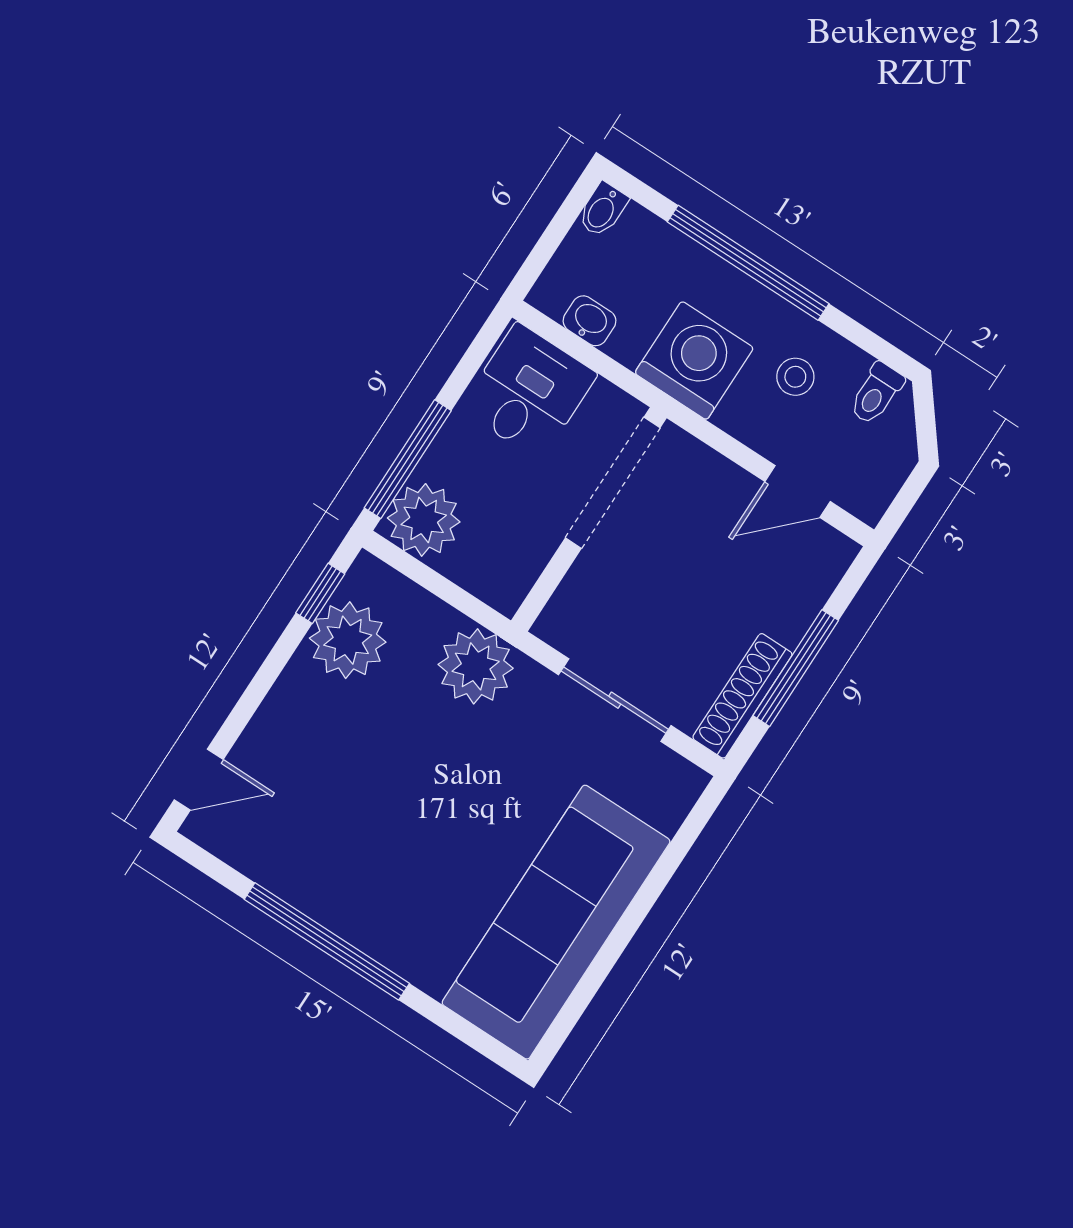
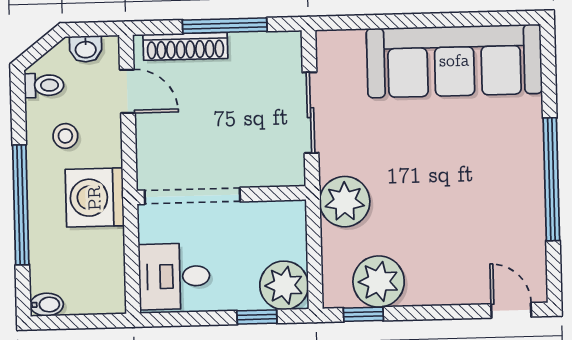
washbasin: (590, 321) -> (86, 49), moved, turned -90
window: (408, 459) -> (257, 317), width x0.46
shoe rack: (742, 696) -> (185, 46), moved

